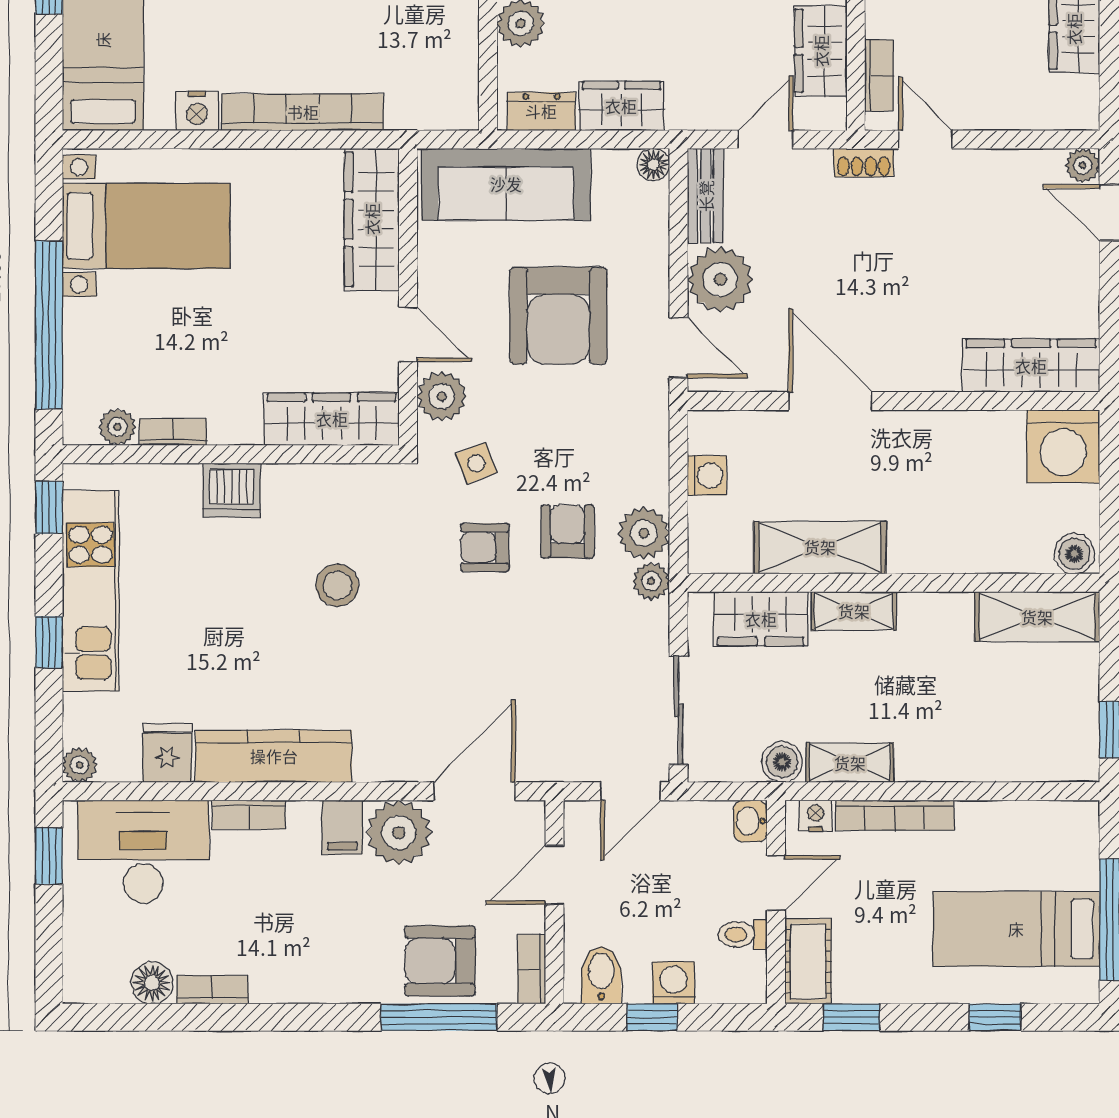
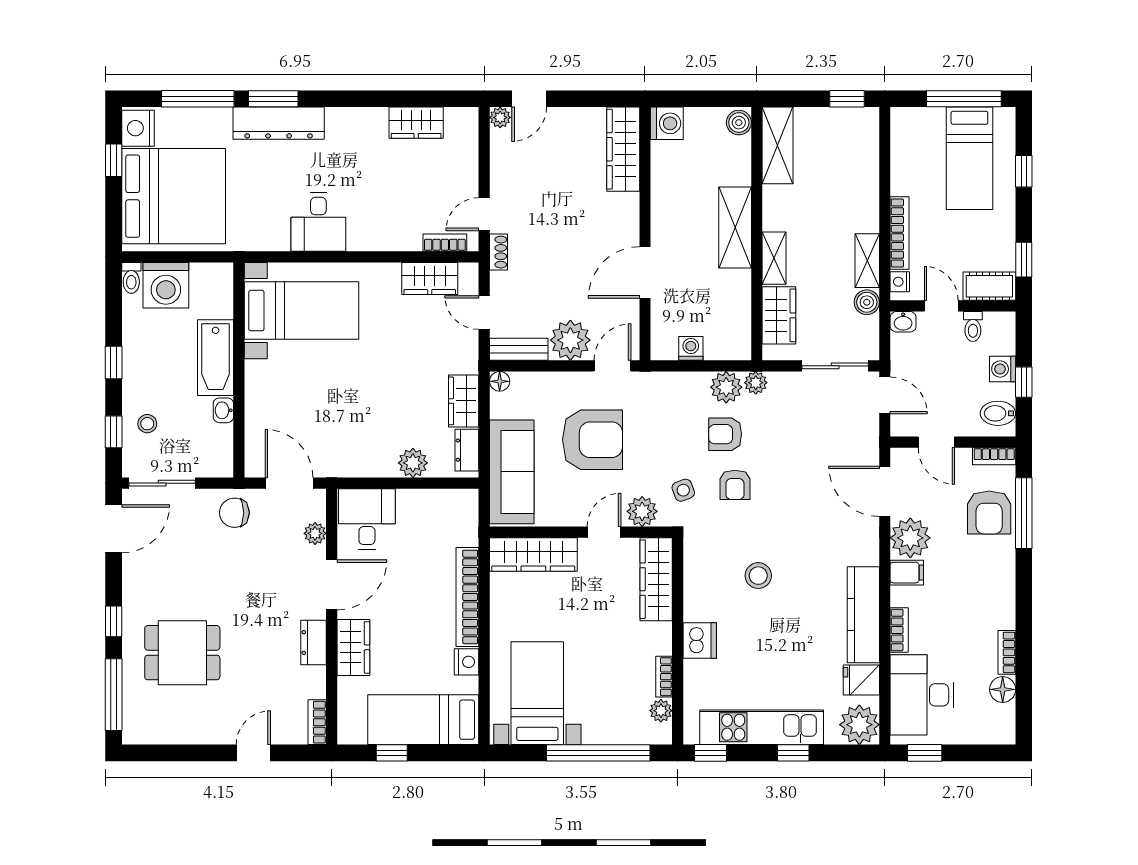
washing machine: (1063, 446) -> (667, 123), width x0.73, depth x0.73
shelving: (820, 547) -> (735, 228), moved
plant: (80, 765) -> (859, 725), width x1.87, depth x1.87

